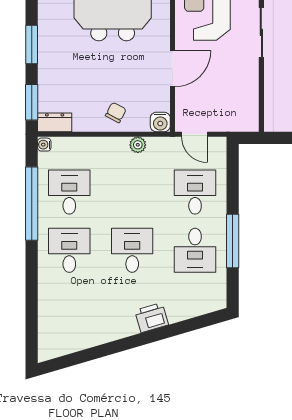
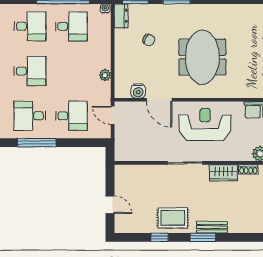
chair: (116, 113) -> (149, 40), moved
water cooler: (160, 122) -> (138, 91), moved, turned -90
door: (194, 134) -> (113, 115), hinge flipped

